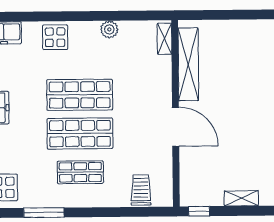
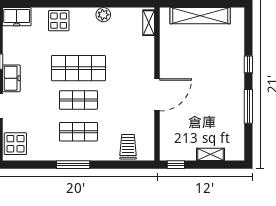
shelving: (188, 64) -> (200, 16), moved, turned 90
door: (176, 127) -> (157, 95), hinge flipped
shop shelf: (80, 133) -> (78, 100), width x0.70, depth x0.74
window: (44, 213) -> (73, 165), moved

